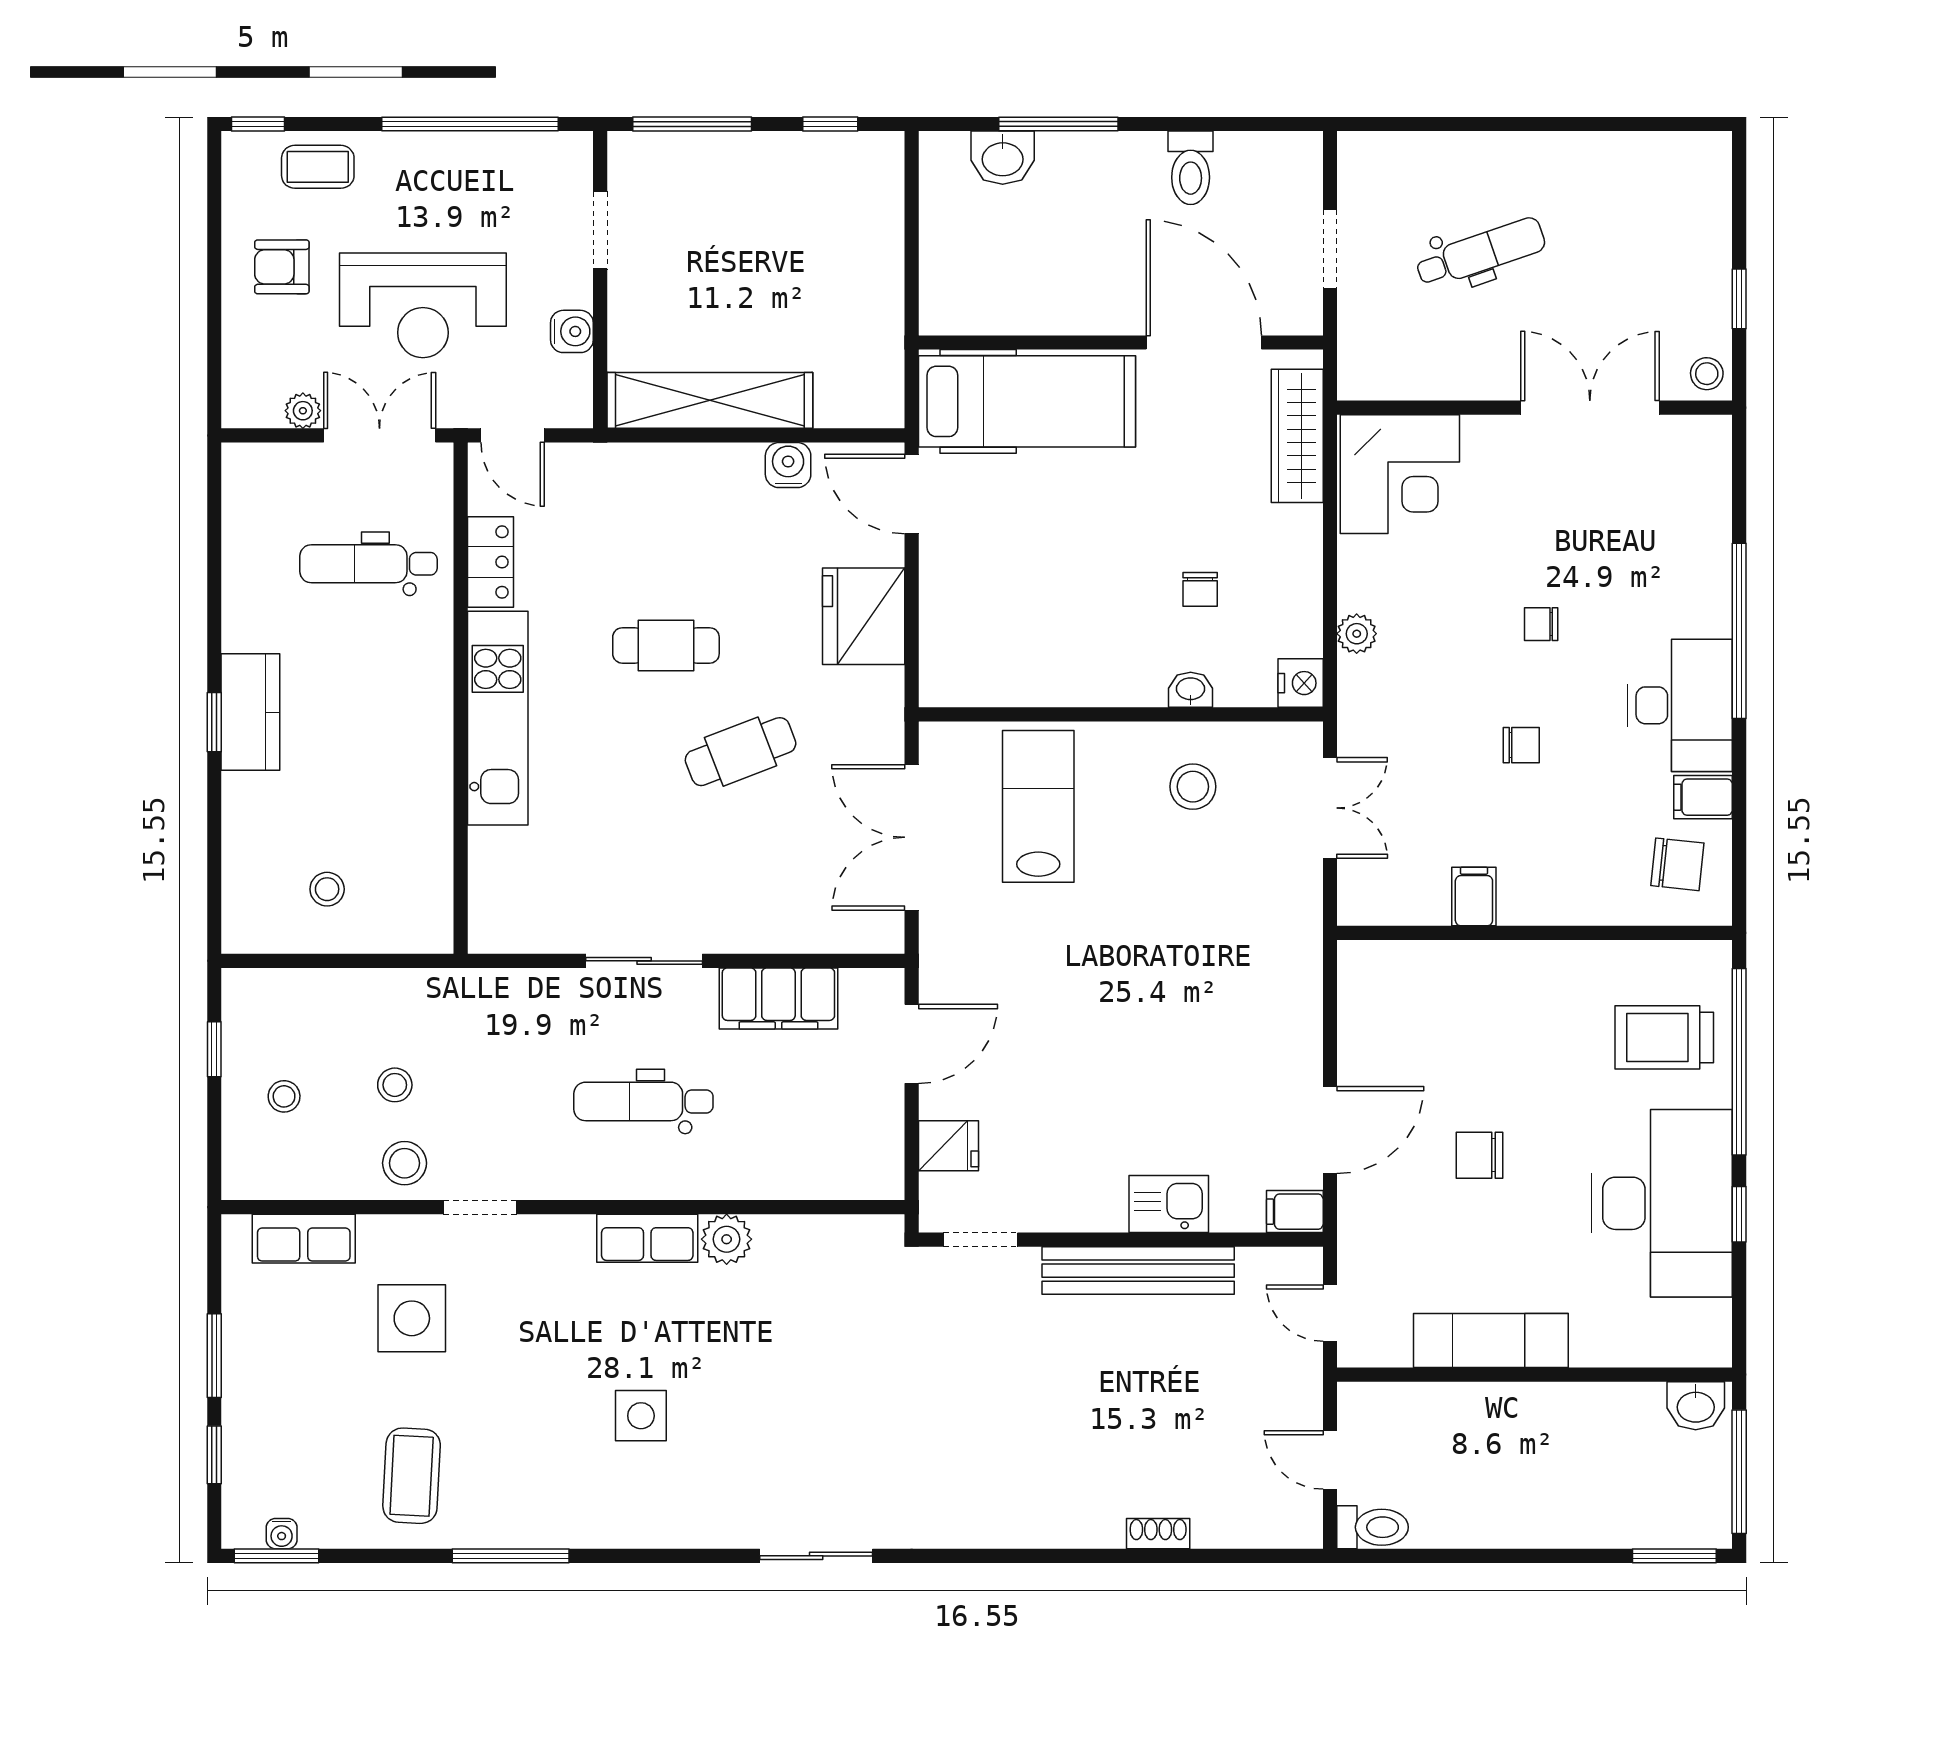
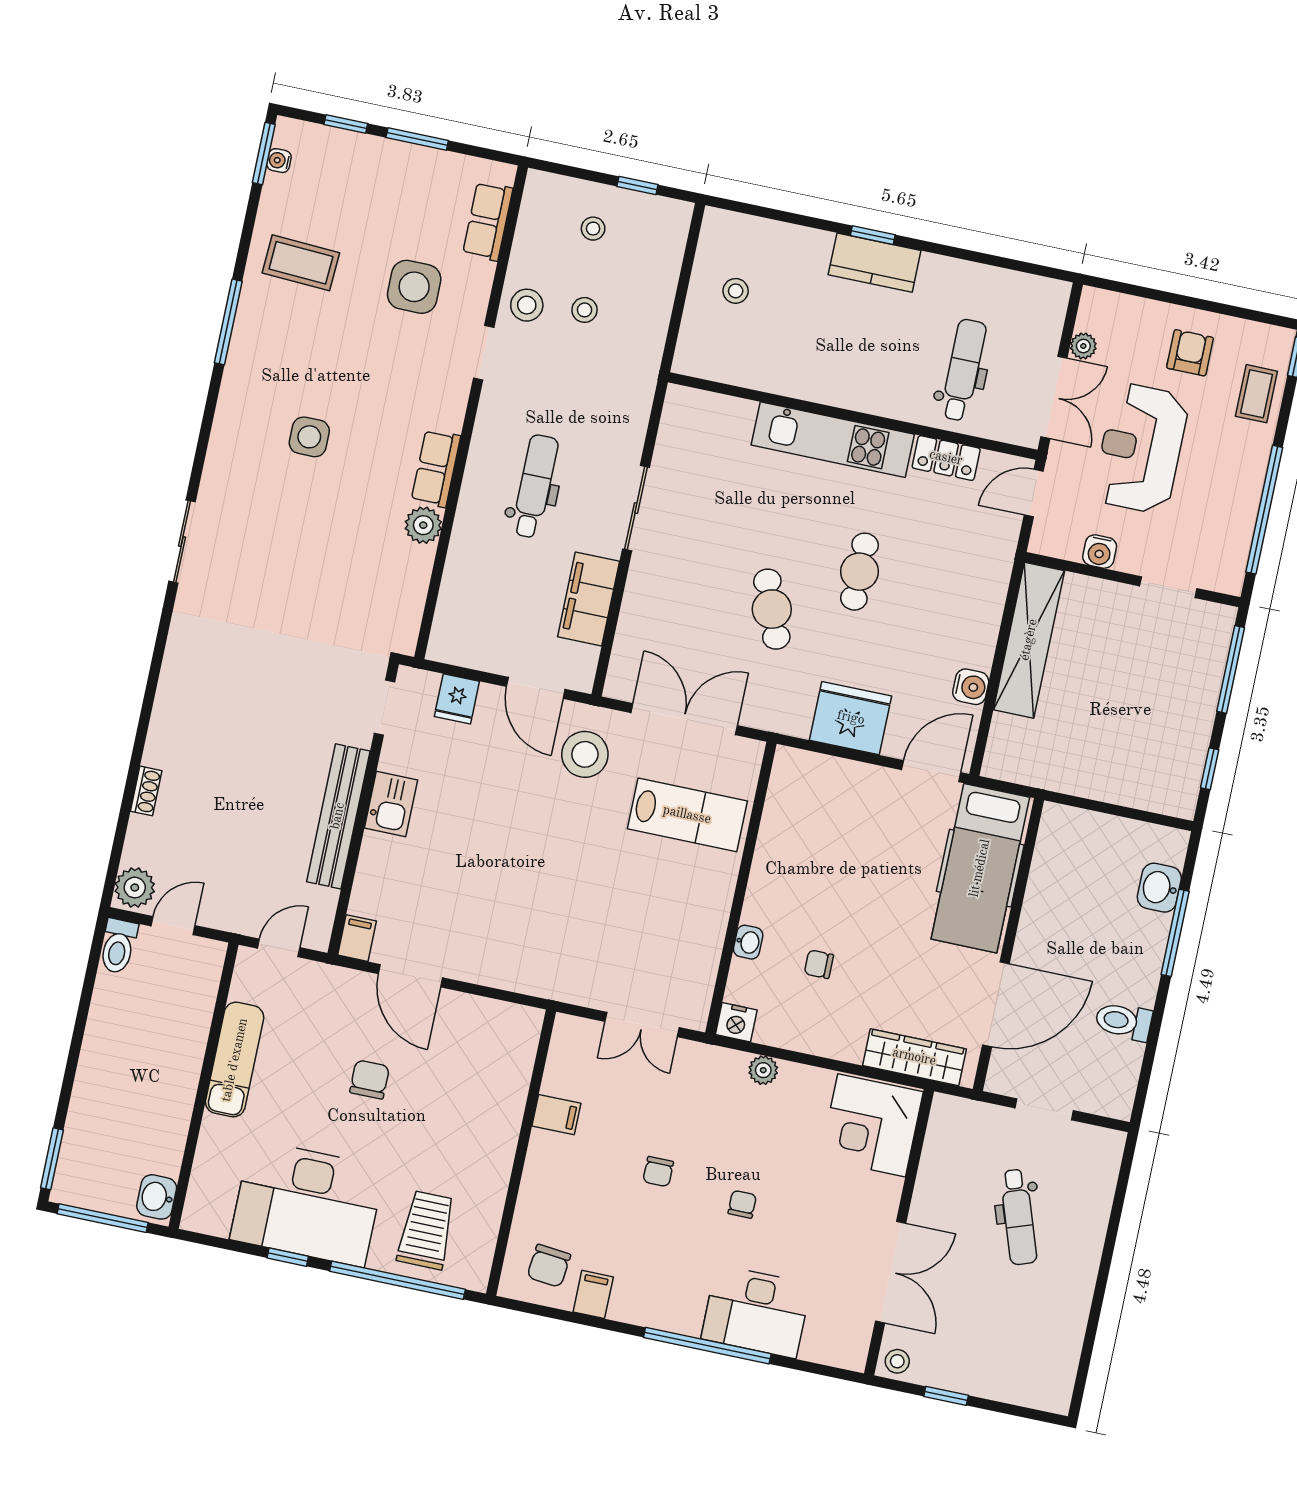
desk: (1680, 705) -> (756, 1311), moved
stool: (1193, 787) -> (585, 754), moved, width x1.38, depth x1.38
kitchen sink: (1169, 1204) -> (391, 804), moved
plant: (1290, 1522) -> (135, 888), added

